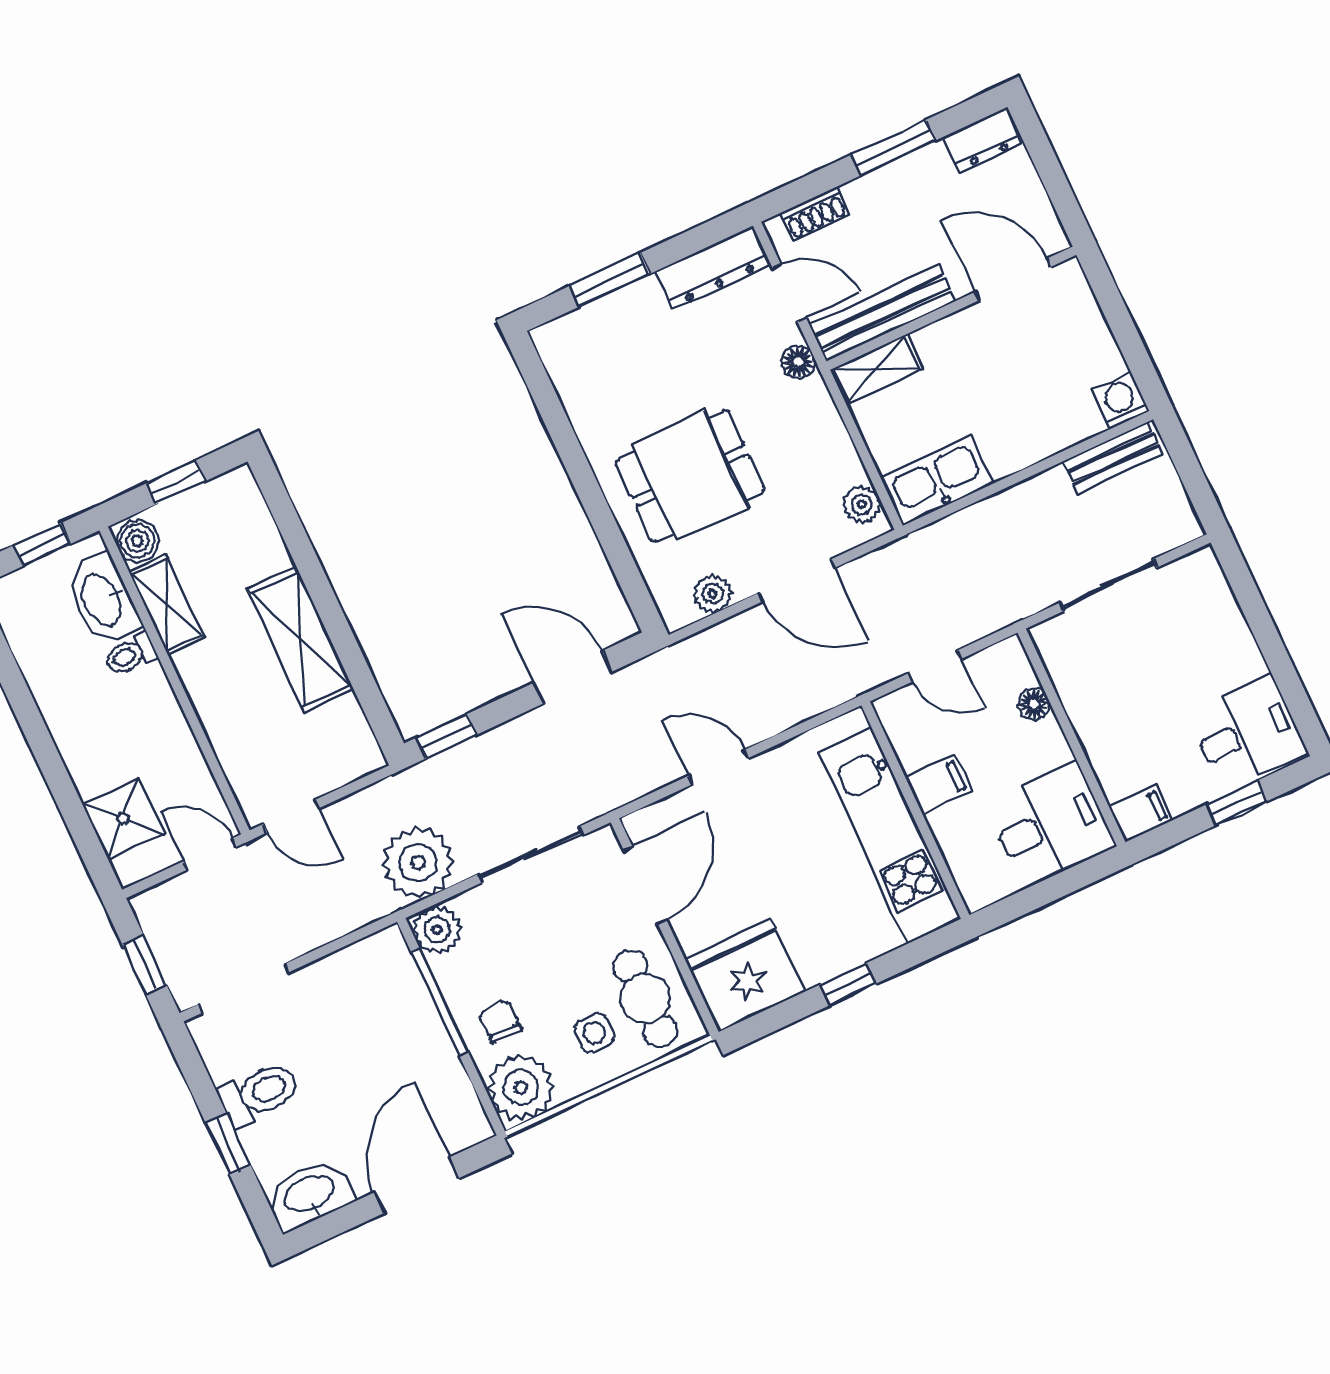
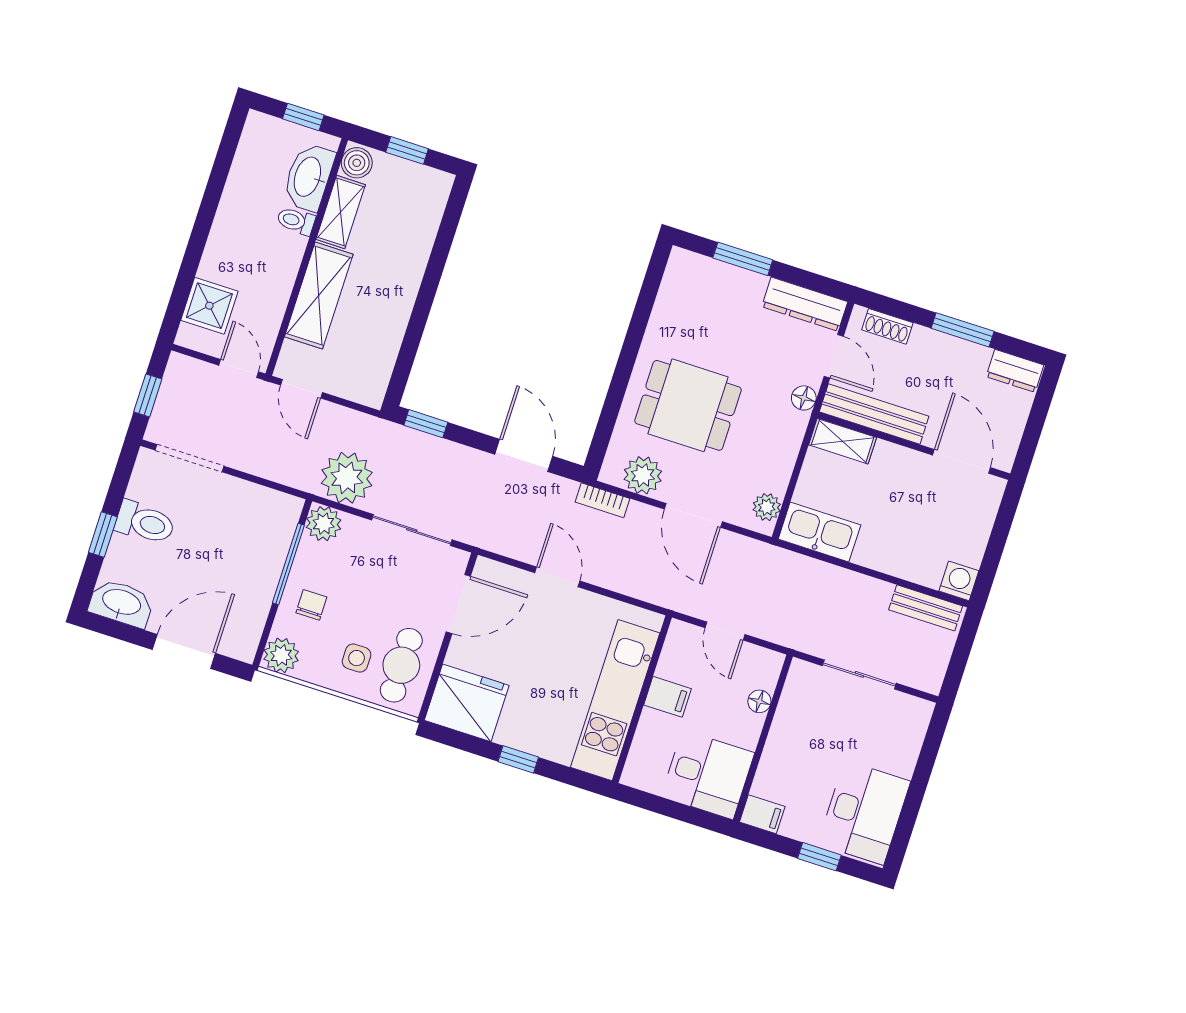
plant: (713, 594) -> (643, 475), width x1.38, depth x1.38
shelving: (301, 639) -> (319, 296), moved
bookcase: (692, 649) -> (602, 500), added
desk: (1247, 733) -> (864, 813), width x1.37
plant: (521, 1088) -> (281, 655), width x0.73, depth x0.73

